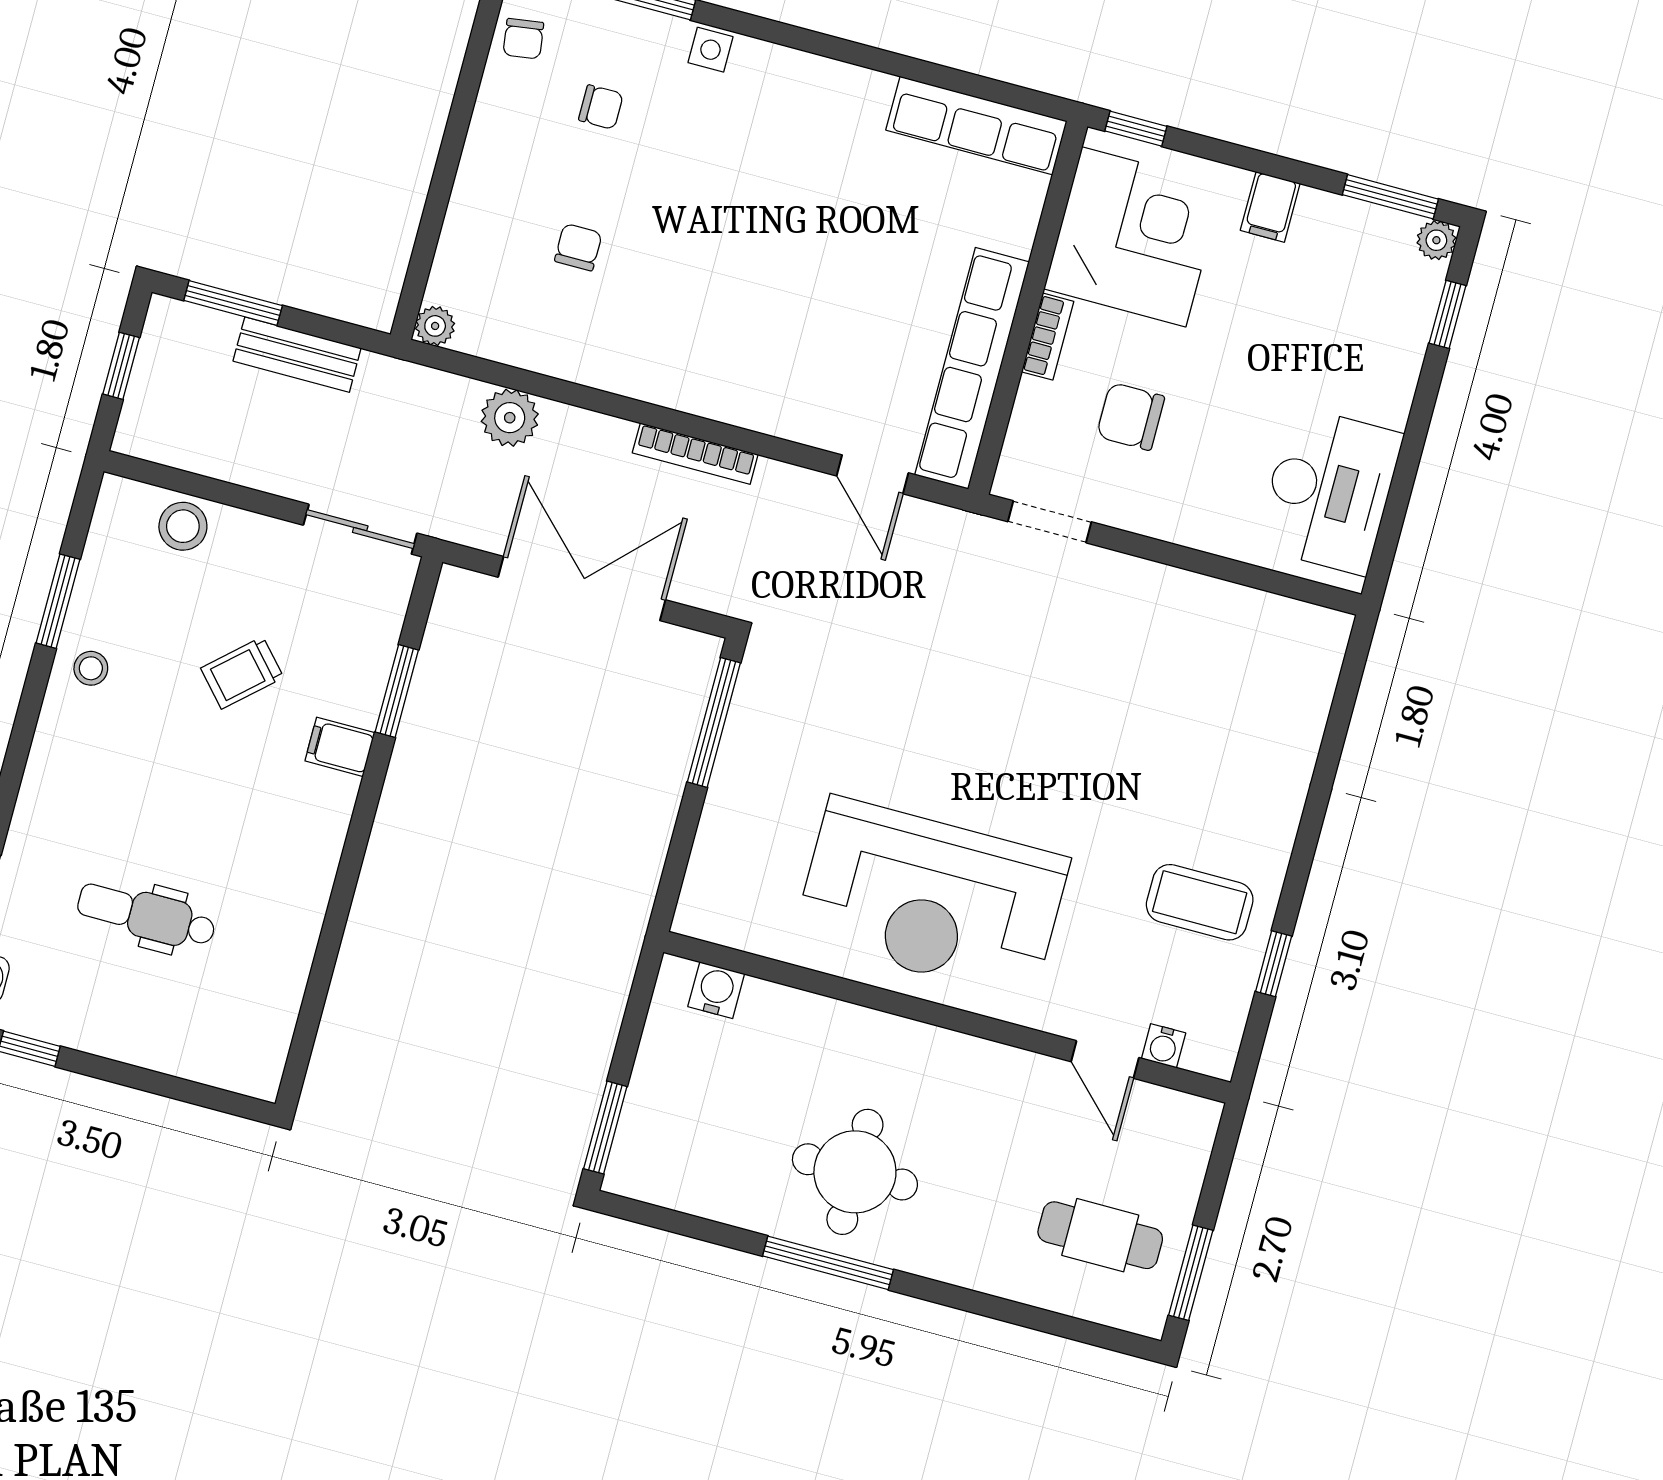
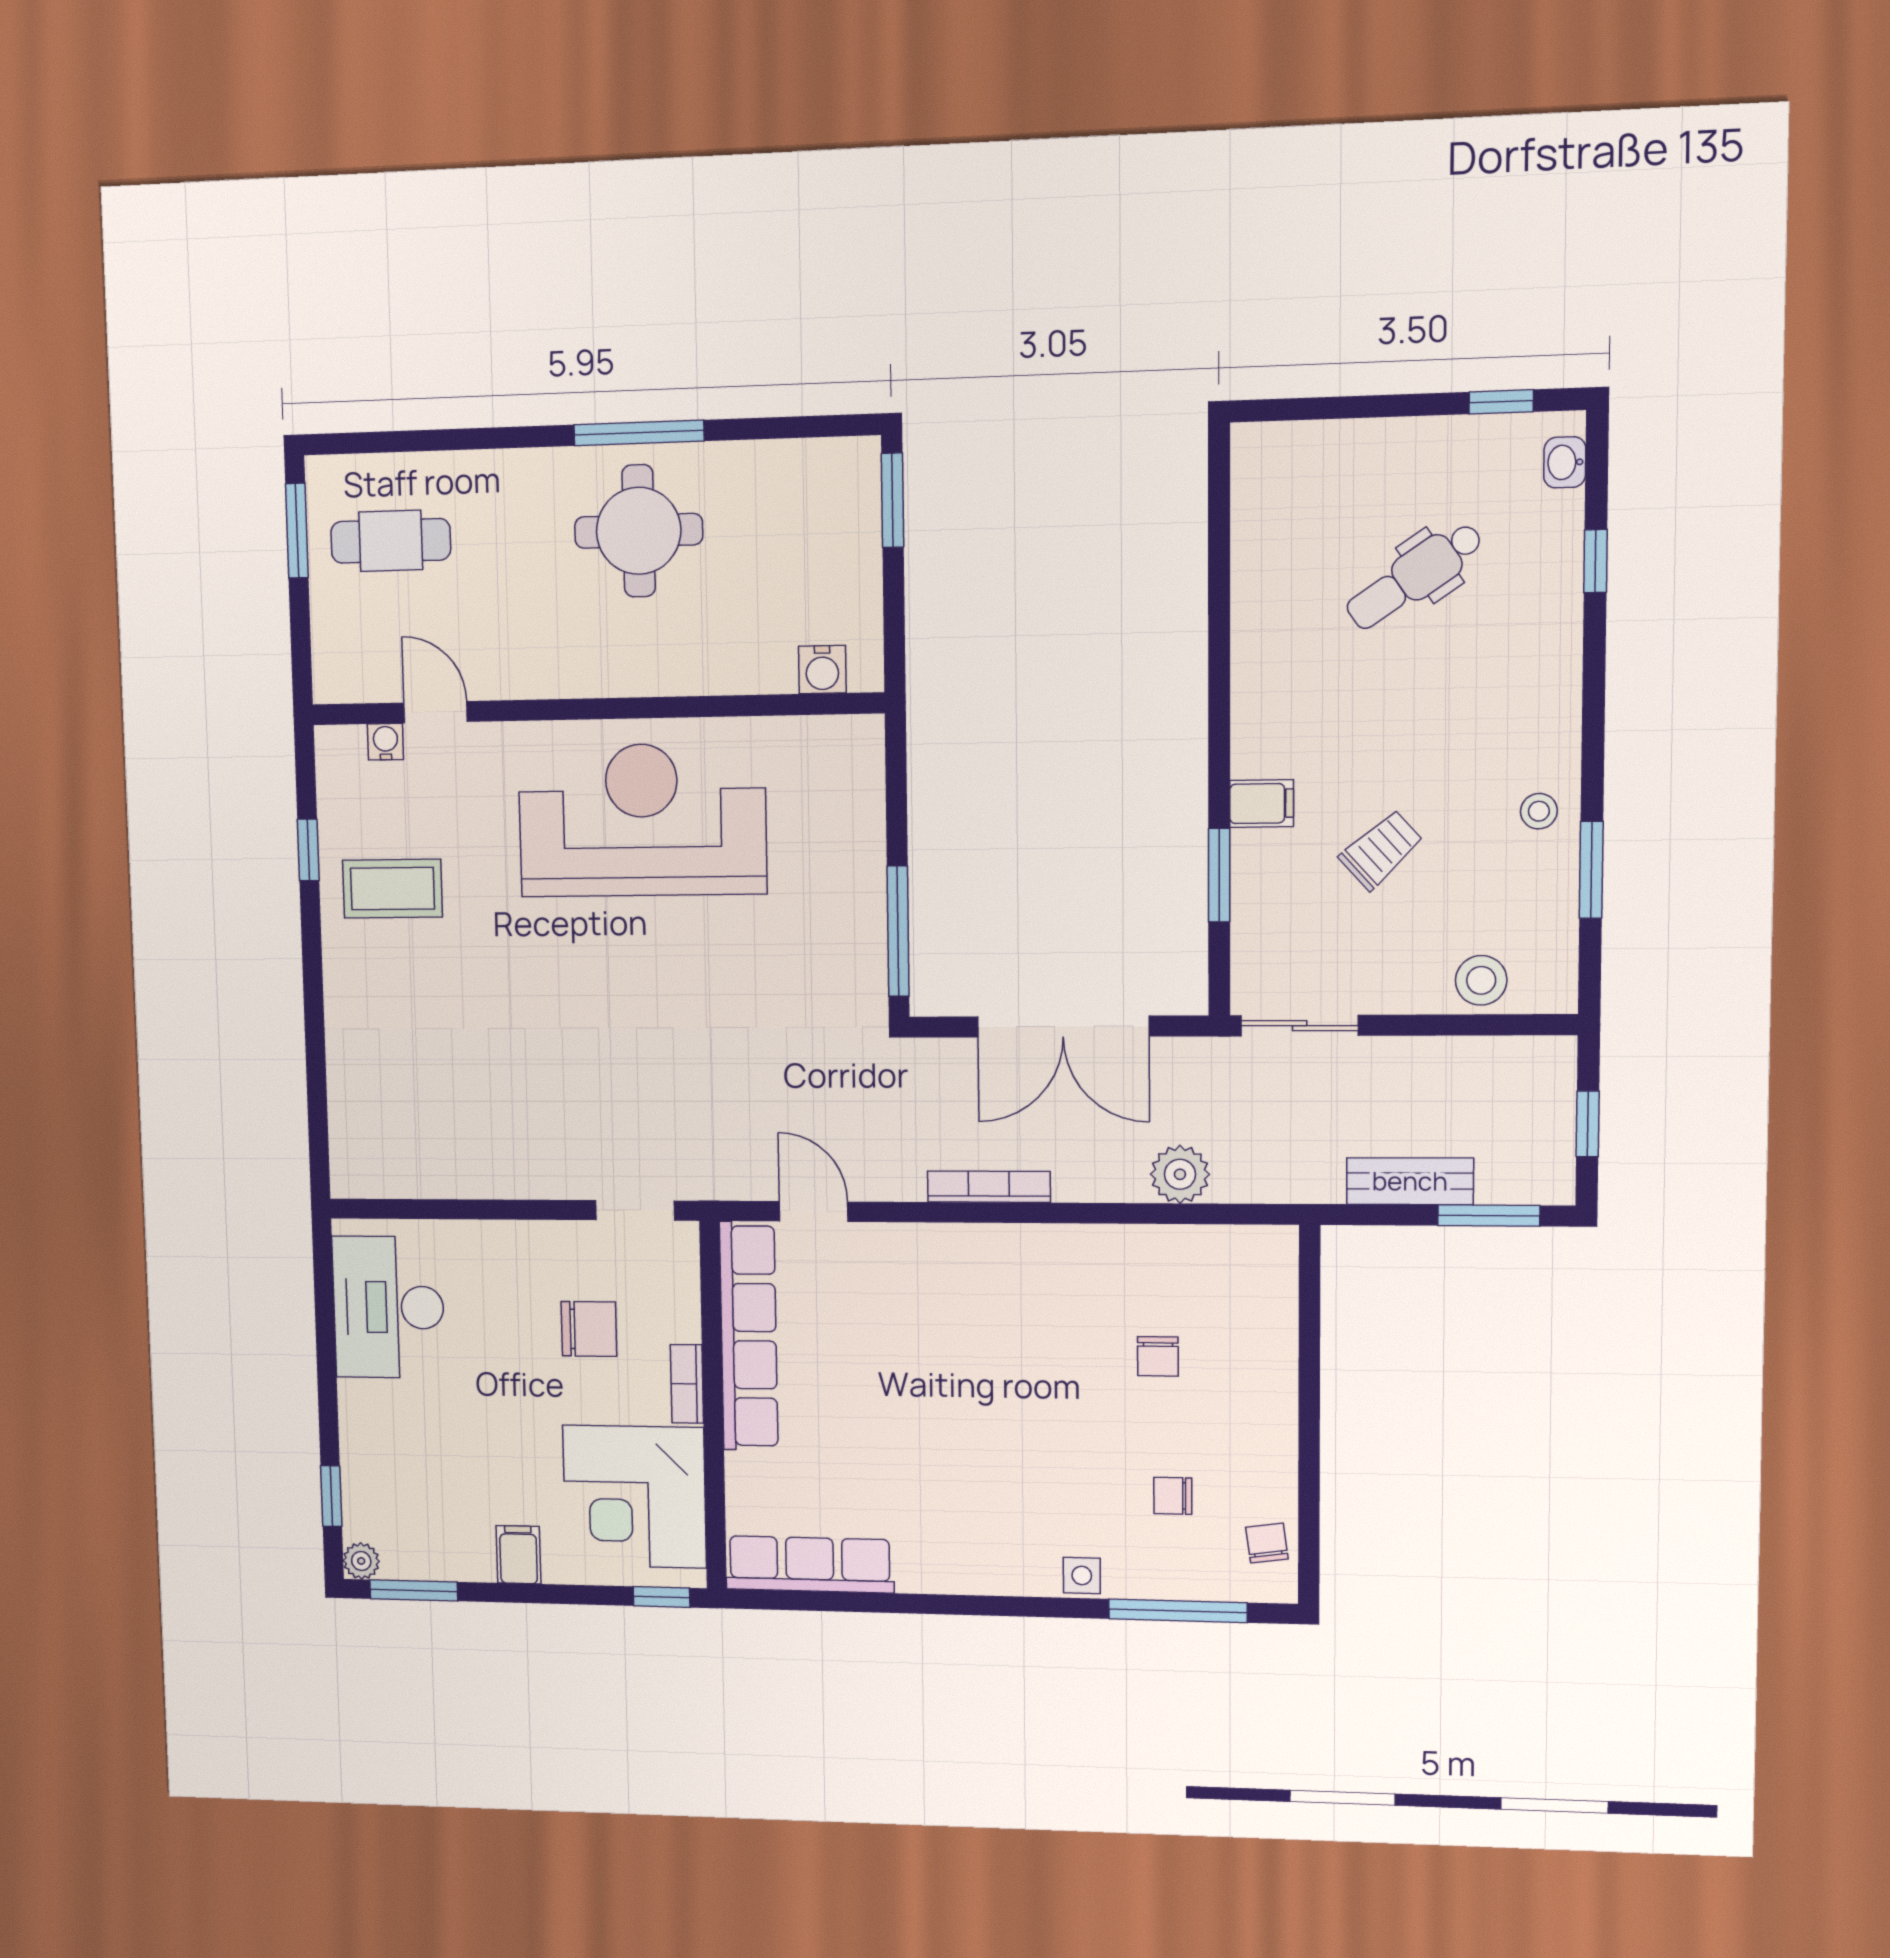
plant: (435, 326) -> (1279, 1245), removed
dental chair: (146, 915) -> (1414, 576), turned 146

